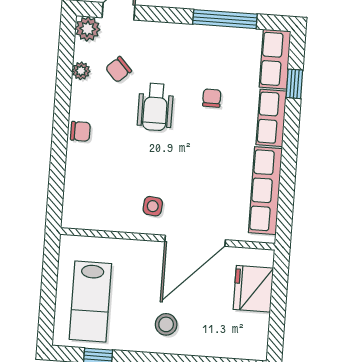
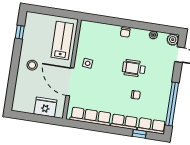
window: (225, 19) -> (172, 104), width x1.46
chair: (118, 69) -> (153, 52), removed
lab bench: (90, 301) -> (62, 41), moved, turned 90

